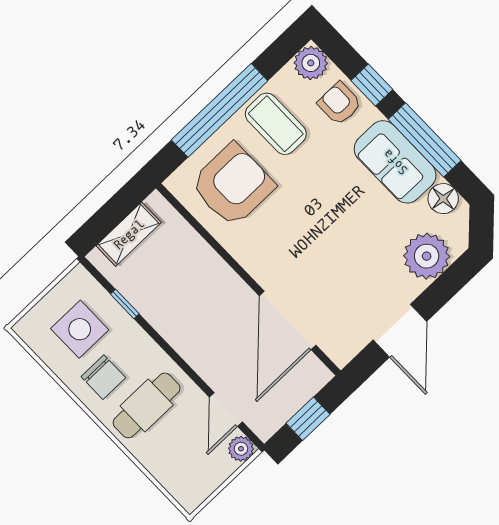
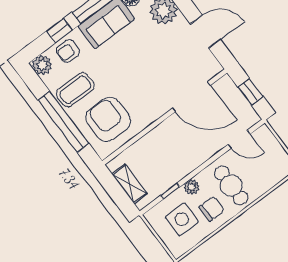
plant: (241, 449) -> (192, 187), moved

